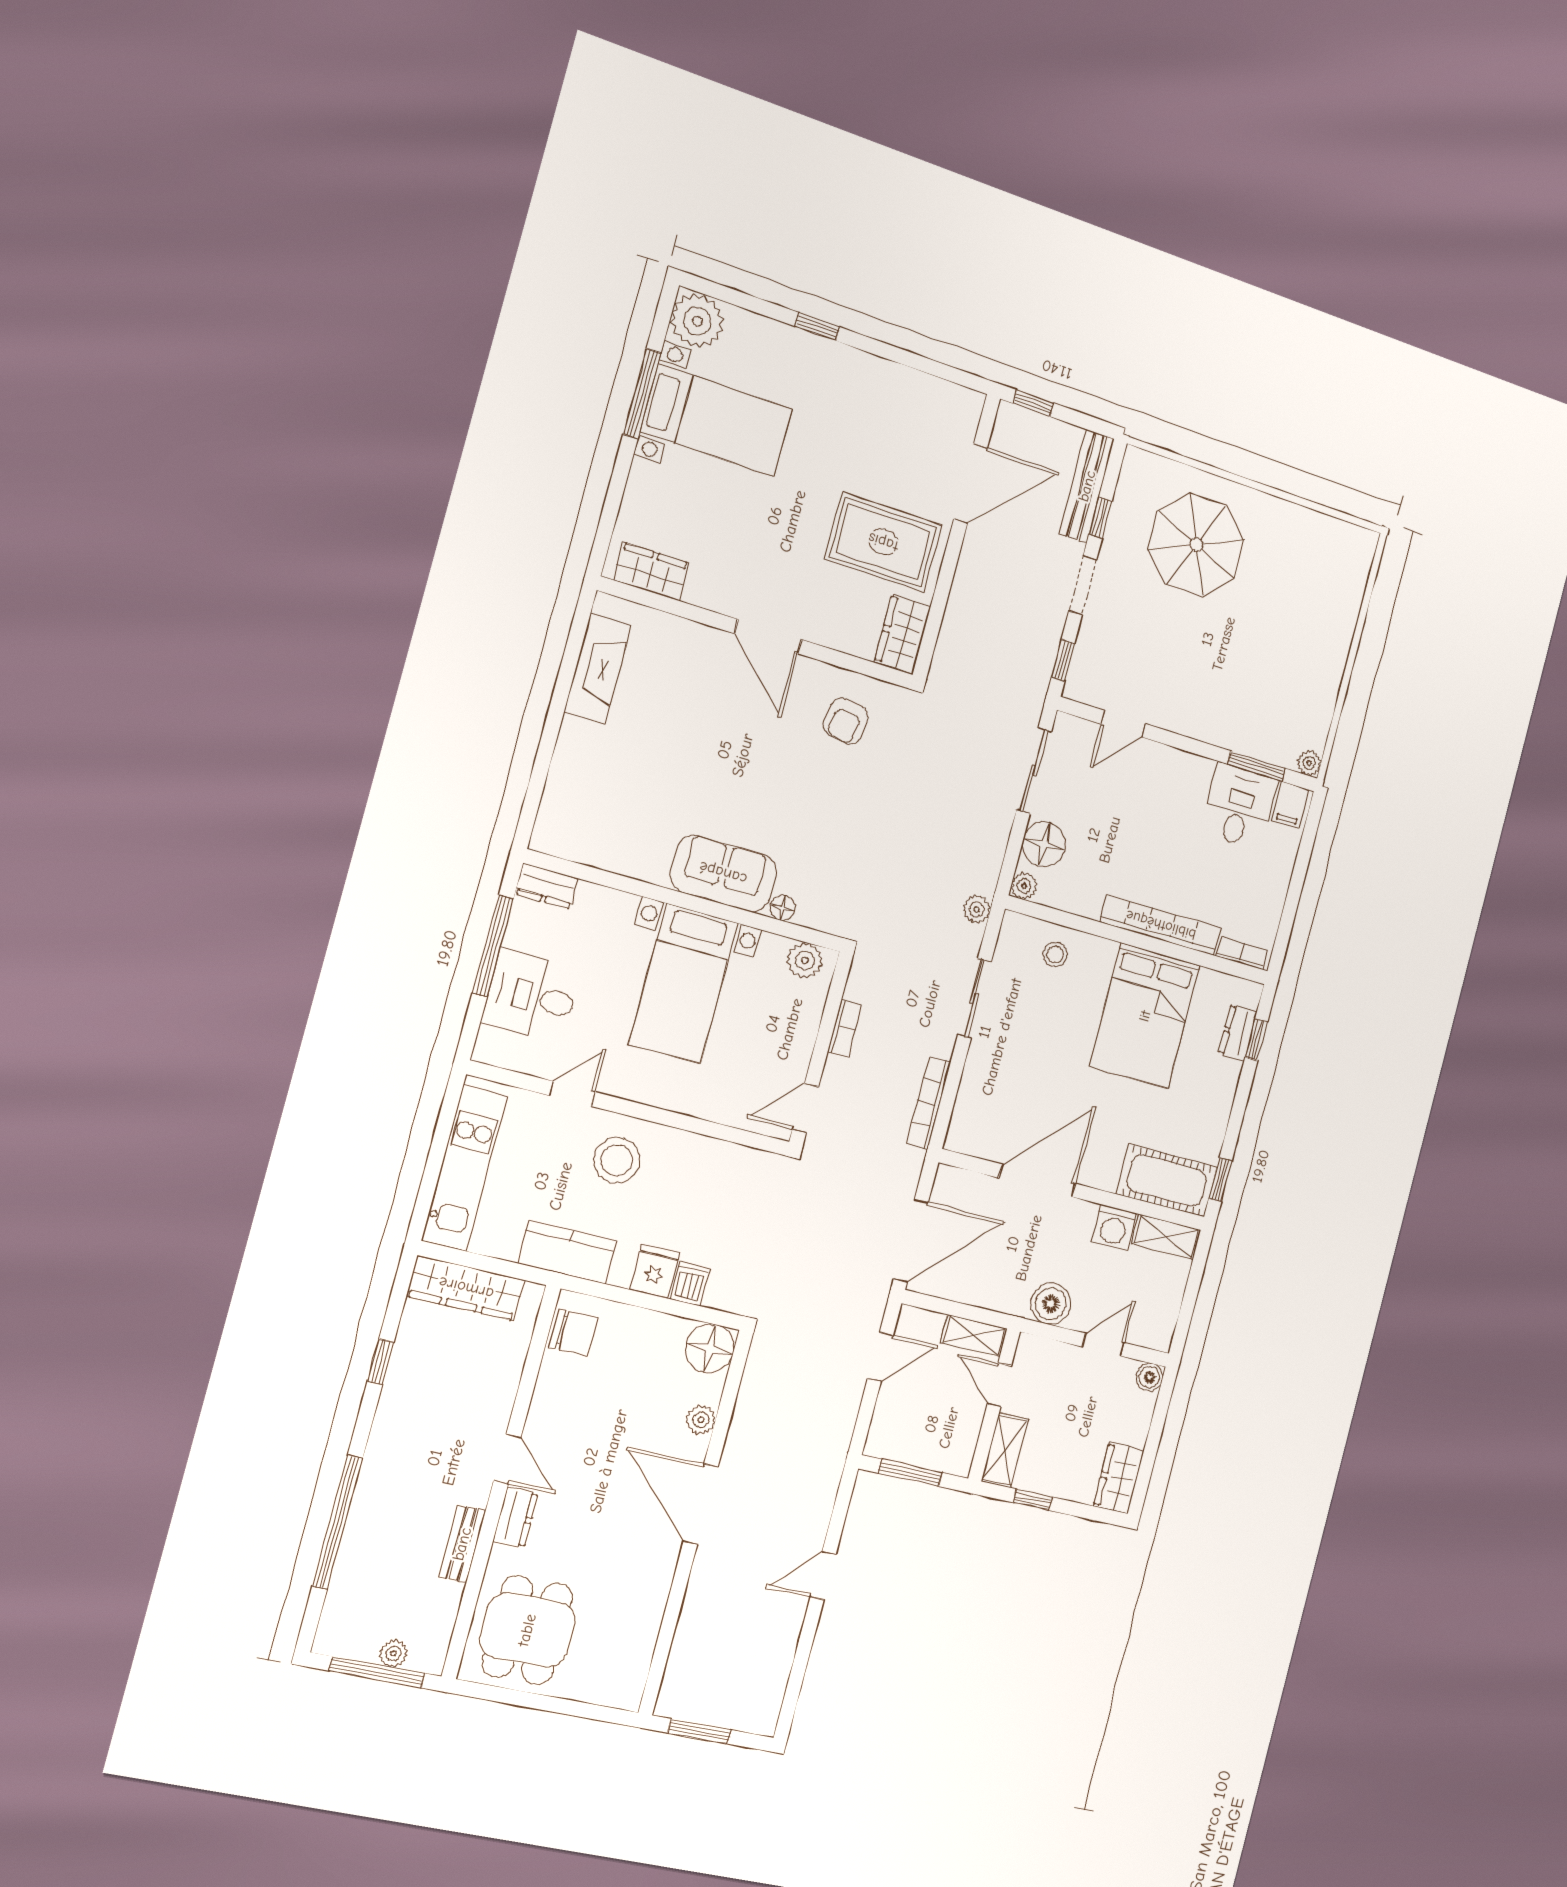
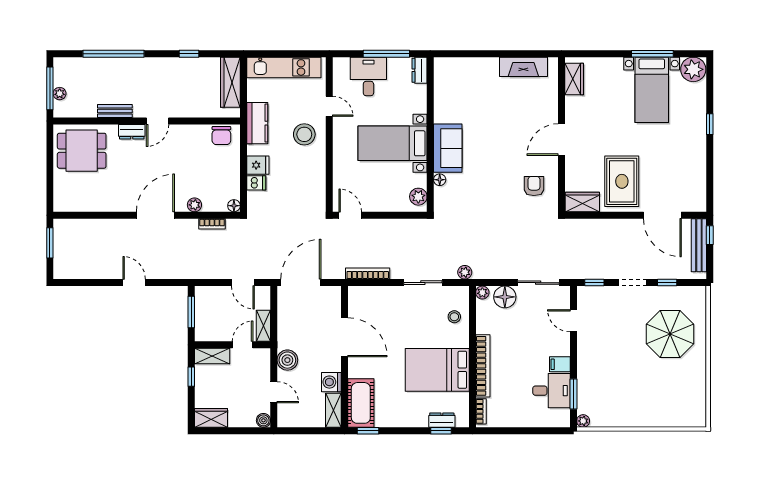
bench: (1087, 486) -> (699, 245), moved, turned 90
armchair: (846, 721) -> (534, 186), turned 81
filing cabinet: (1290, 805) -> (560, 364), moved
bookcase: (845, 1028) -> (212, 224), moved
door: (911, 1241) -> (301, 283), swing flipped
floor lamp: (710, 1348) -> (234, 206), width x0.53, depth x0.53

